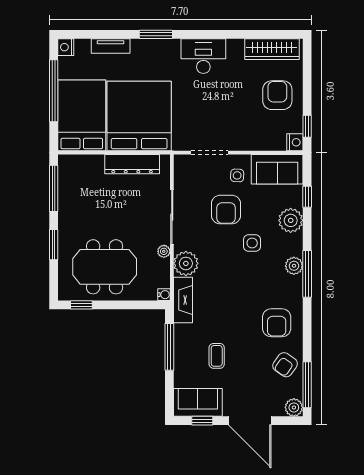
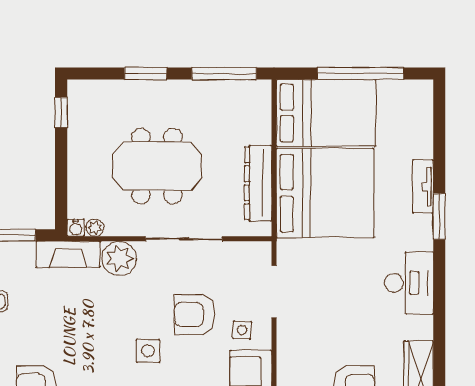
tv unit: (111, 46) -> (423, 187), moved
nightstand: (66, 47) -> (421, 90), removed
plant: (164, 251) -> (95, 228), moved
meeting table: (105, 267) -> (157, 166), moved, turned 90

